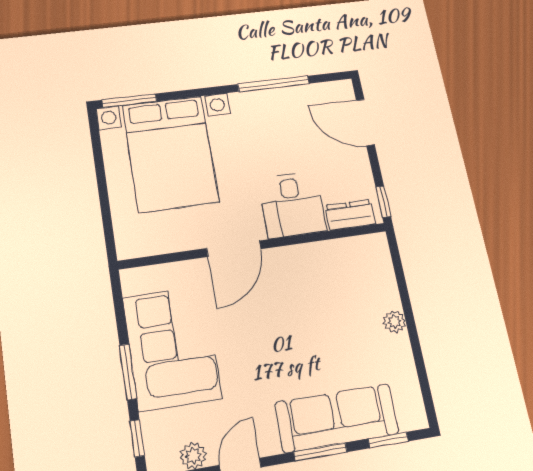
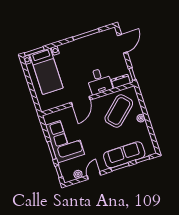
door: (365, 122) -> (122, 44), swing flipped
bed with nightstands: (170, 153) -> (46, 71), width x0.73
coffee table: (336, 292) -> (119, 111), added

